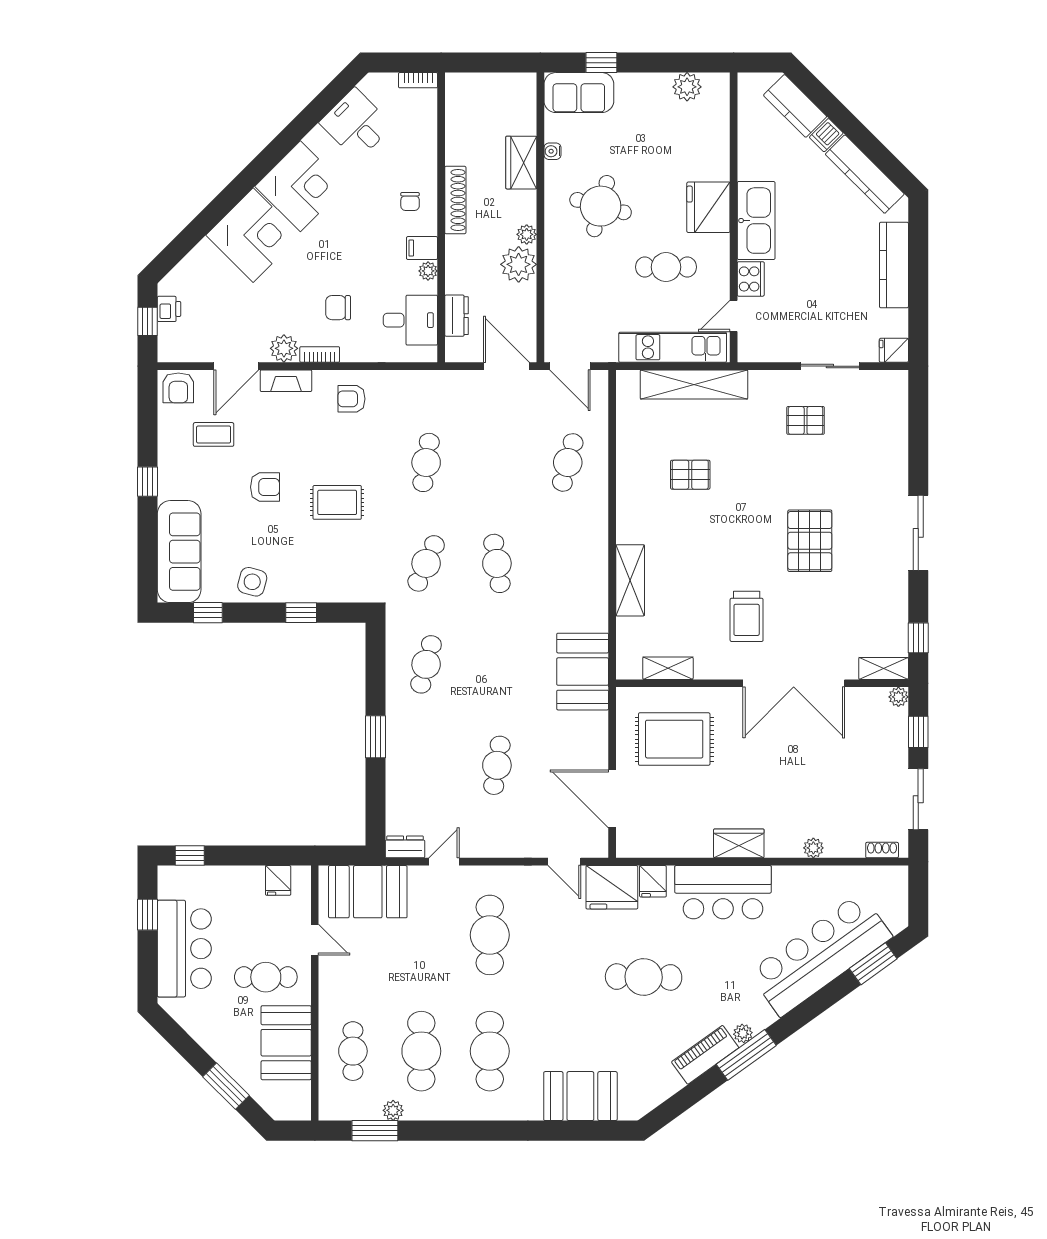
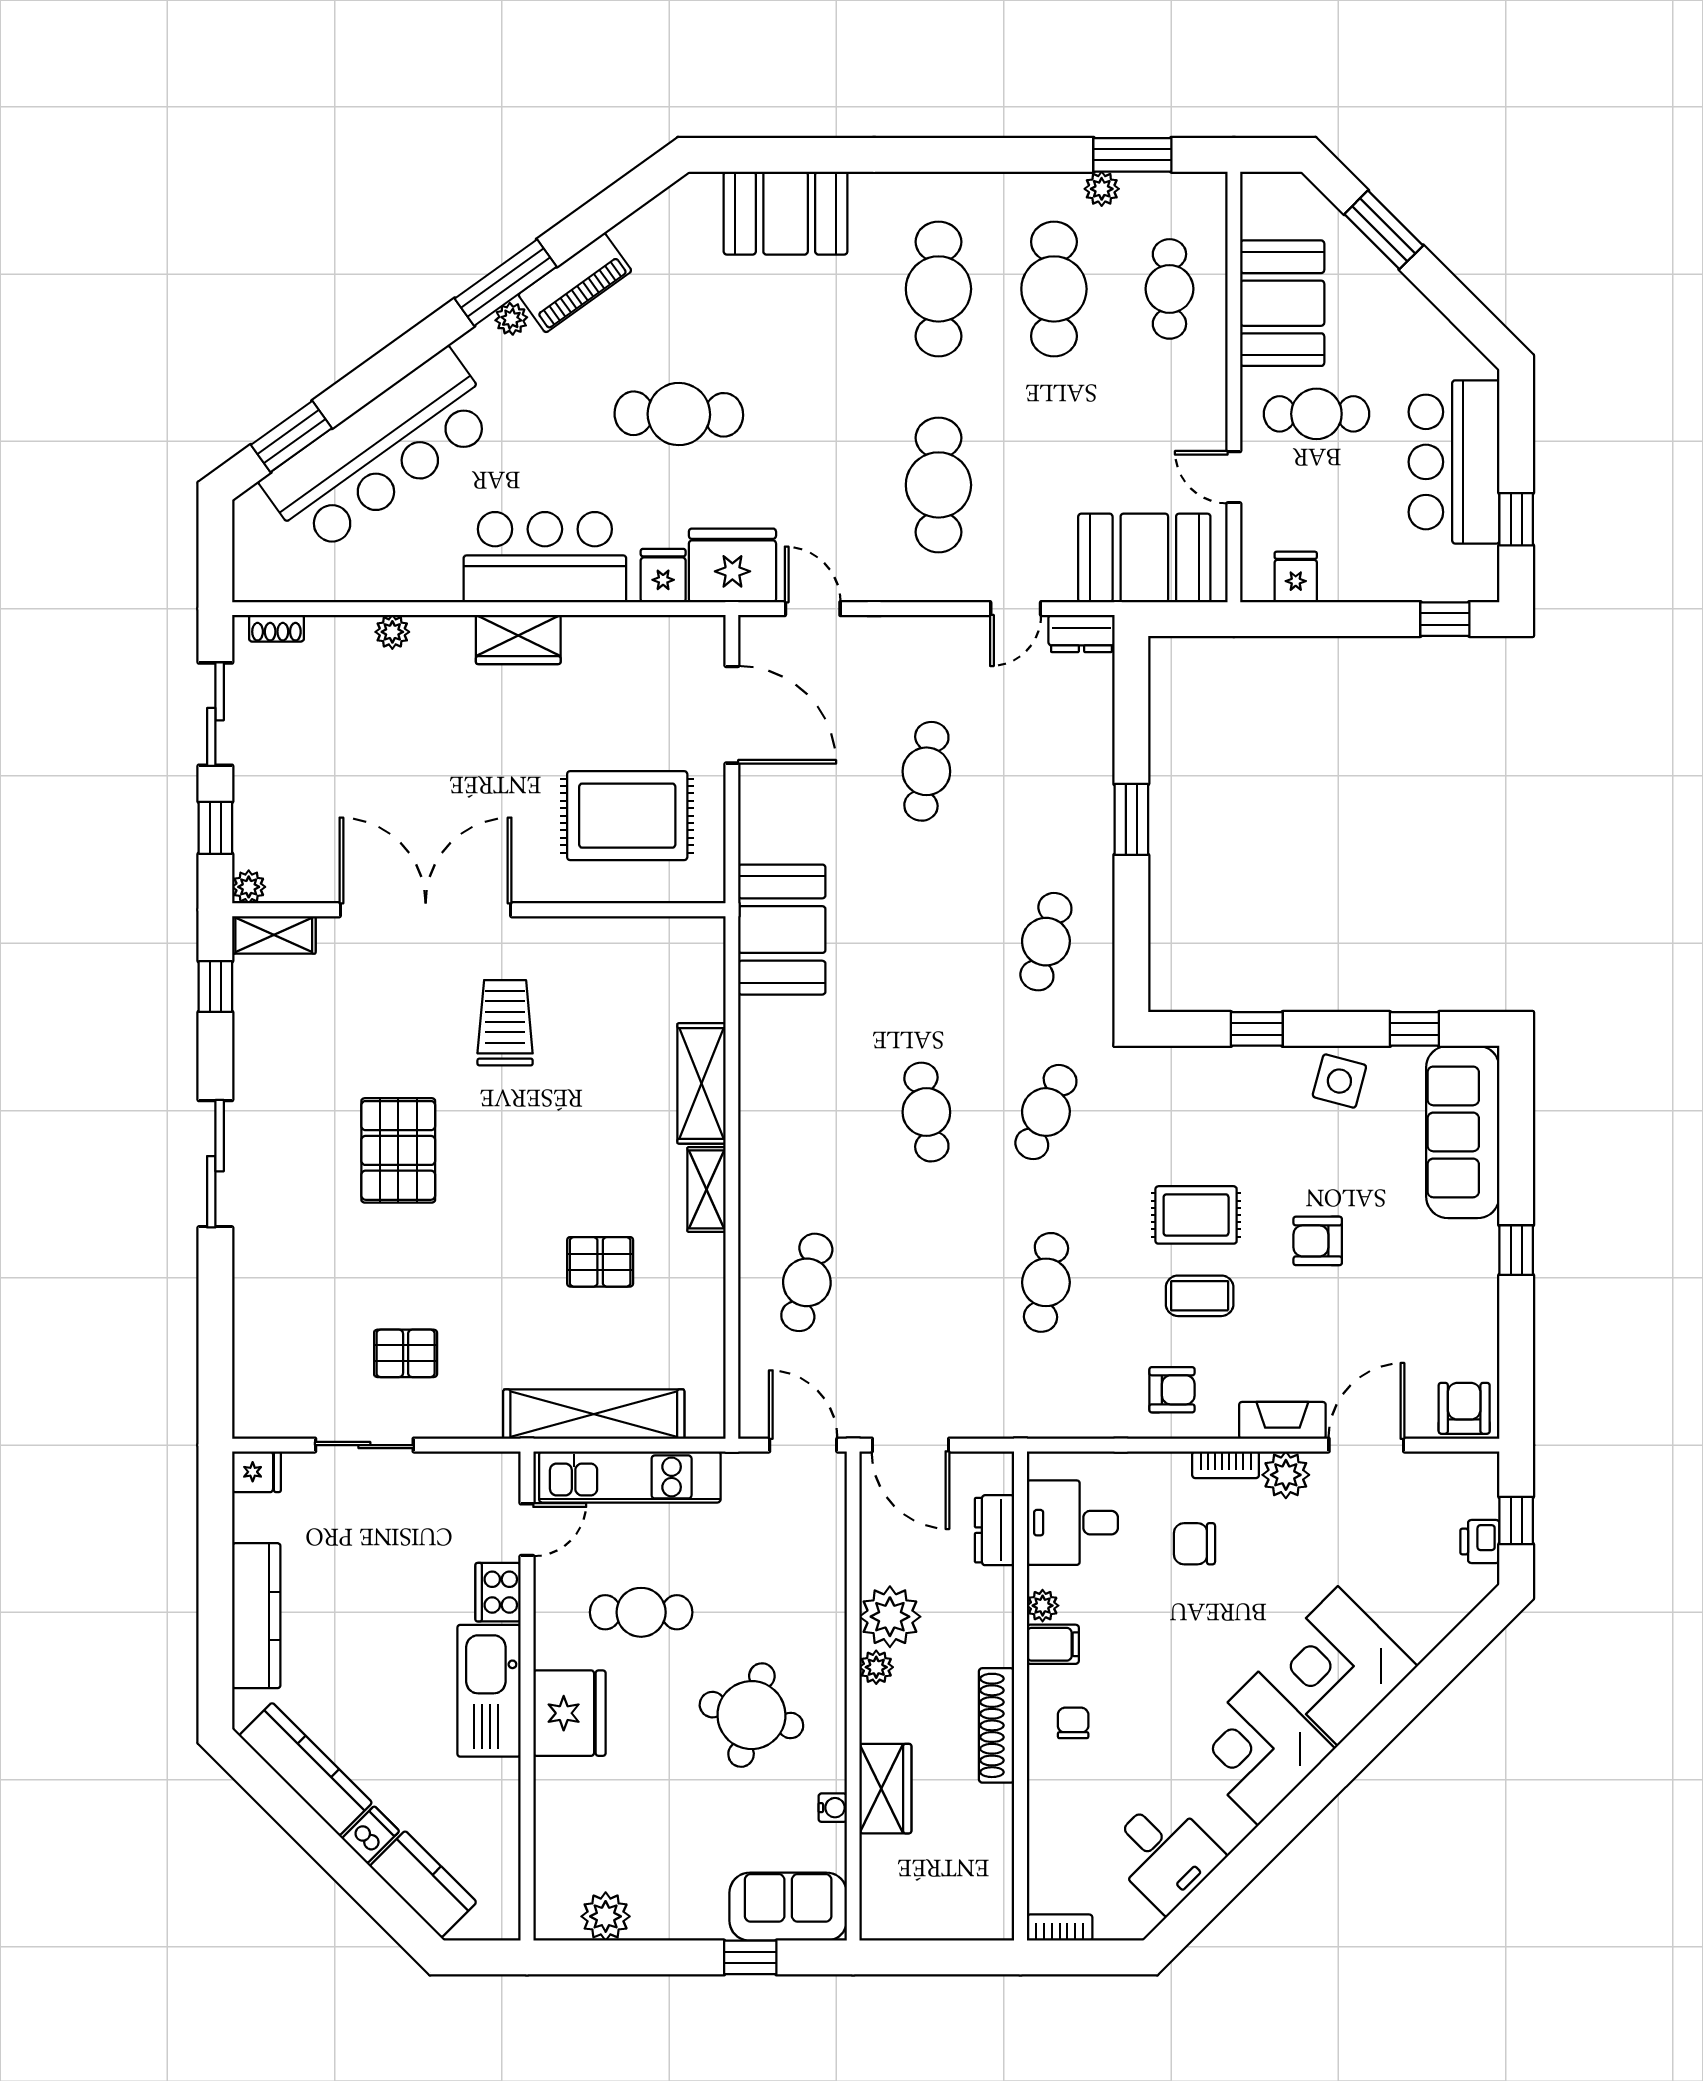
chair: (338, 308) -> (1194, 1544), turned 180
coffee table: (214, 434) -> (1200, 1296), moved
shelving: (668, 668) -> (707, 1189), moved, turned 90

